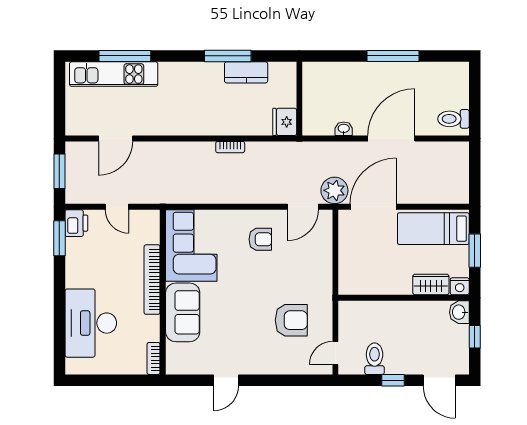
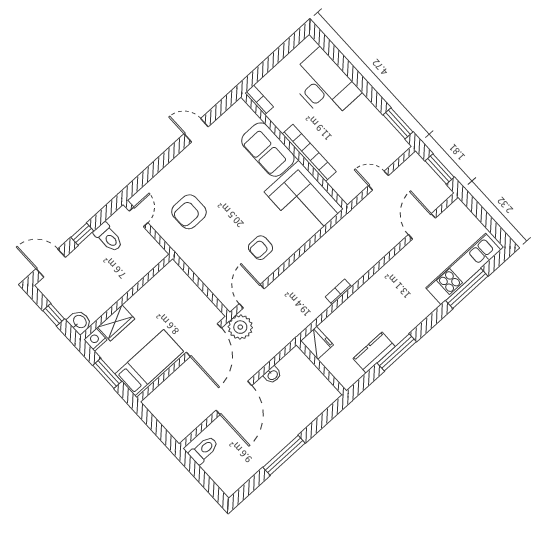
printer: (76, 223) -> (396, 144), removed
door: (226, 380) -> (196, 130), hinge flipped

